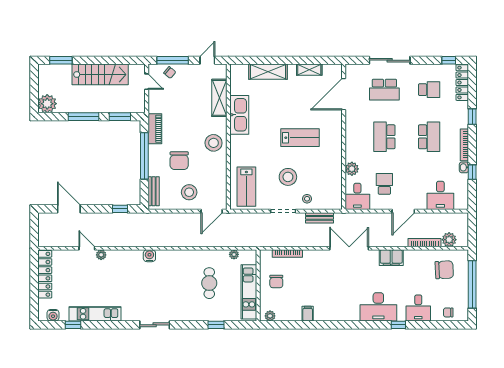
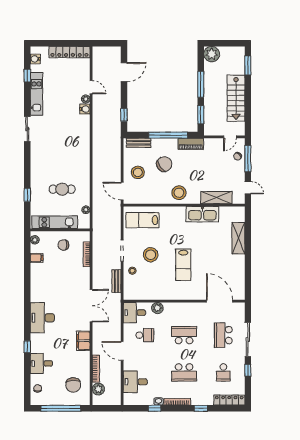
window: (449, 60) -> (248, 370), moved
shelving: (309, 70) -> (240, 272), removed
chair: (179, 161) -> (164, 164), turned 145
door: (87, 248) -> (91, 87), hinge flipped
water cooler: (149, 256) -> (85, 109), moved
desk: (378, 307) -> (42, 318), moved
filing cabinet: (308, 314) -> (37, 258), moved
sliding door: (155, 325) -> (27, 129), moved

